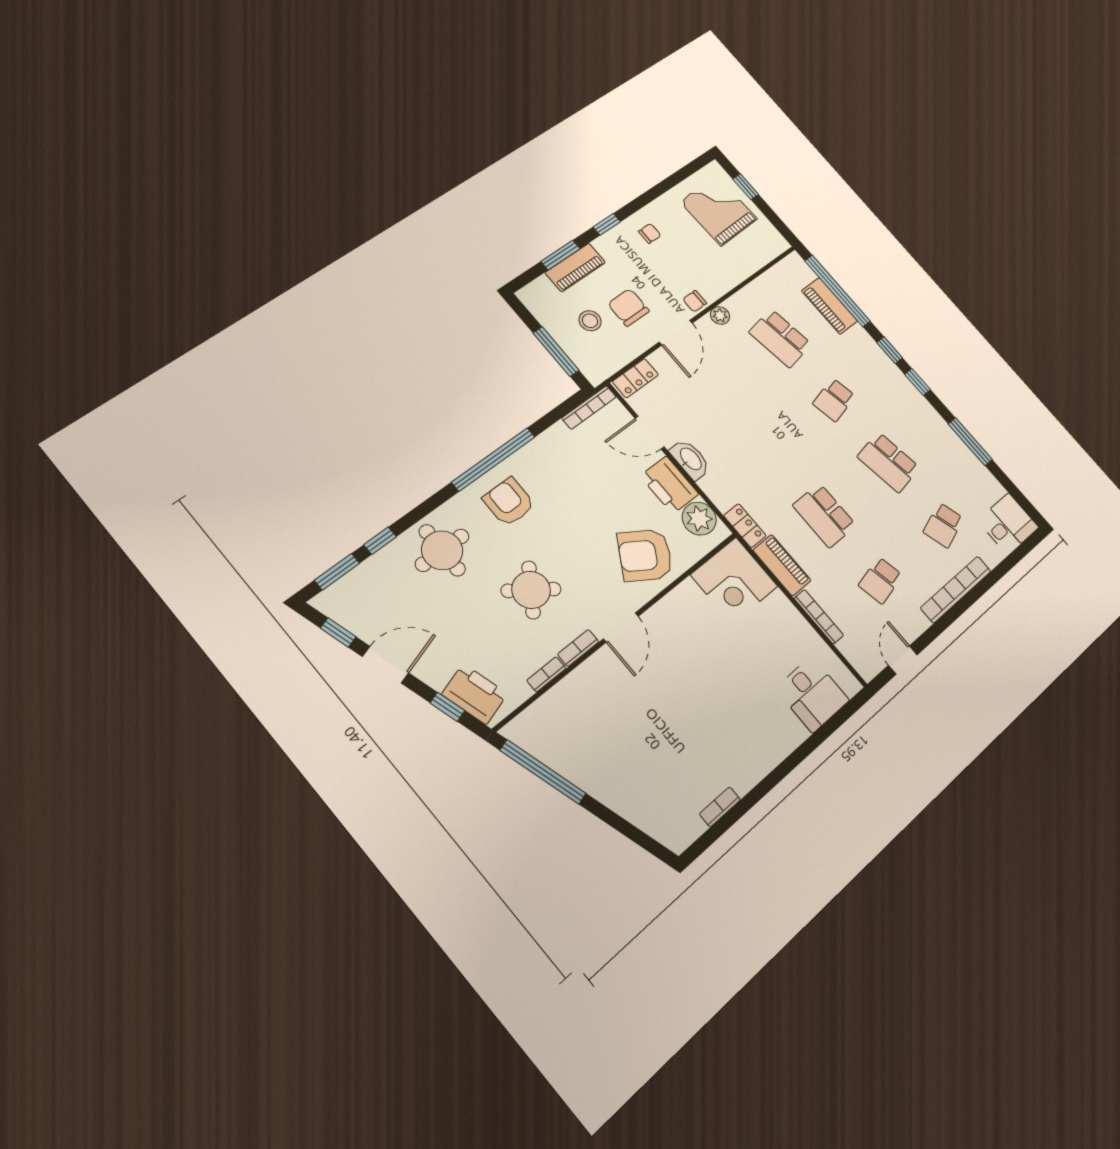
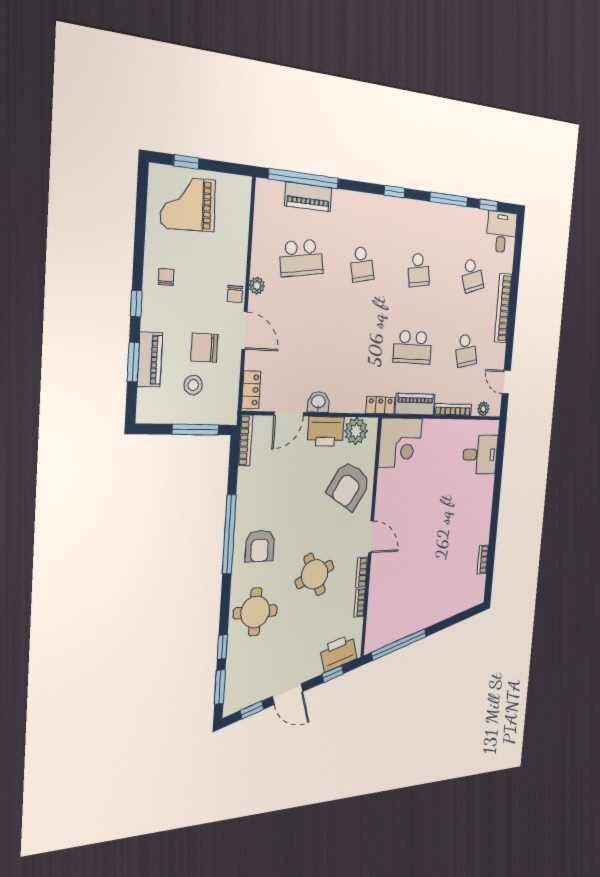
window: (890, 350) -> (489, 205), moved
washbasin: (690, 459) -> (318, 402), width x0.72
school desk: (888, 462) -> (418, 270), width x0.54
armchair: (509, 502) -> (260, 546), turned -90
round table: (531, 590) -> (315, 574), turned 30
plant: (854, 655) -> (483, 409), added
door: (386, 665) -> (288, 694), swing flipped

